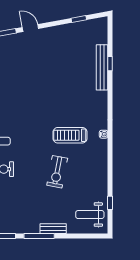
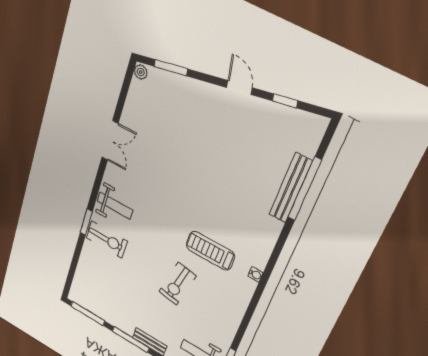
door: (30, 28) -> (239, 88), moved
window: (110, 64) -> (305, 189), width x3.17

